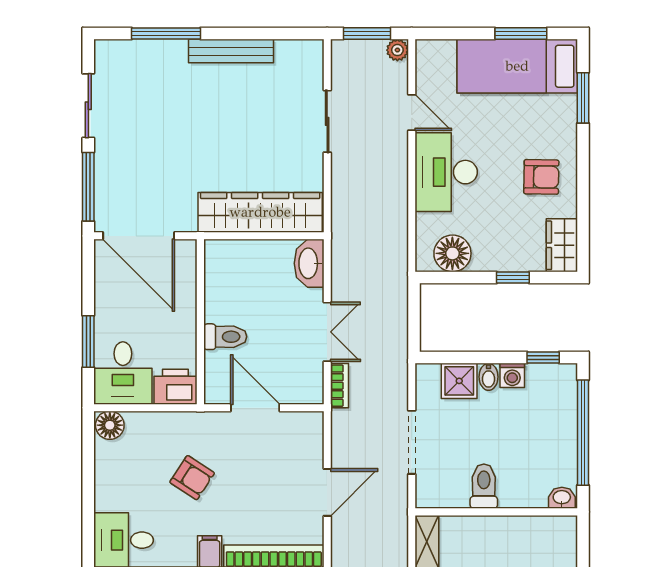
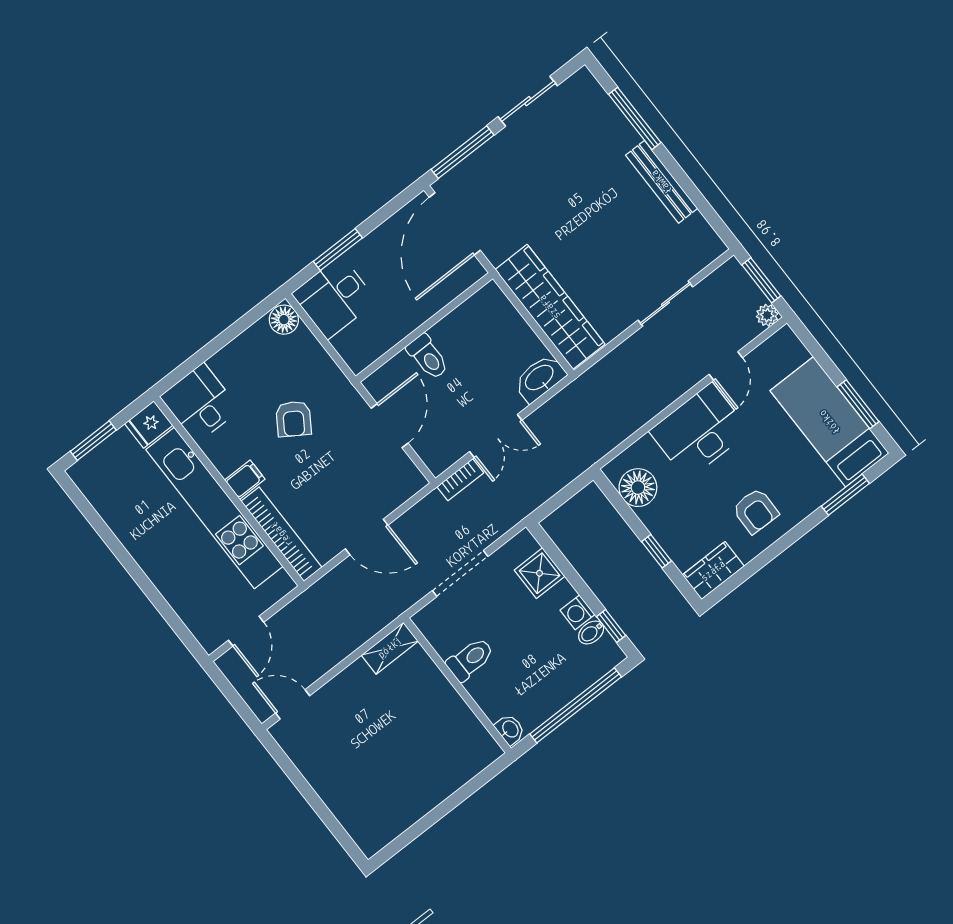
bidet: (488, 377) -> (591, 632), moved
printer: (175, 387) -> (356, 348), removed

